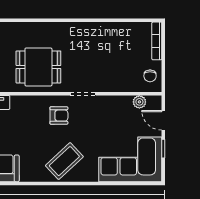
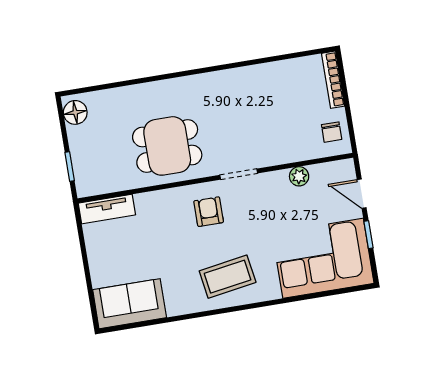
plant: (139, 102) -> (299, 176), moved
armchair: (59, 116) -> (209, 212), turned -90
coffee table: (64, 161) -> (228, 277), turned 34

